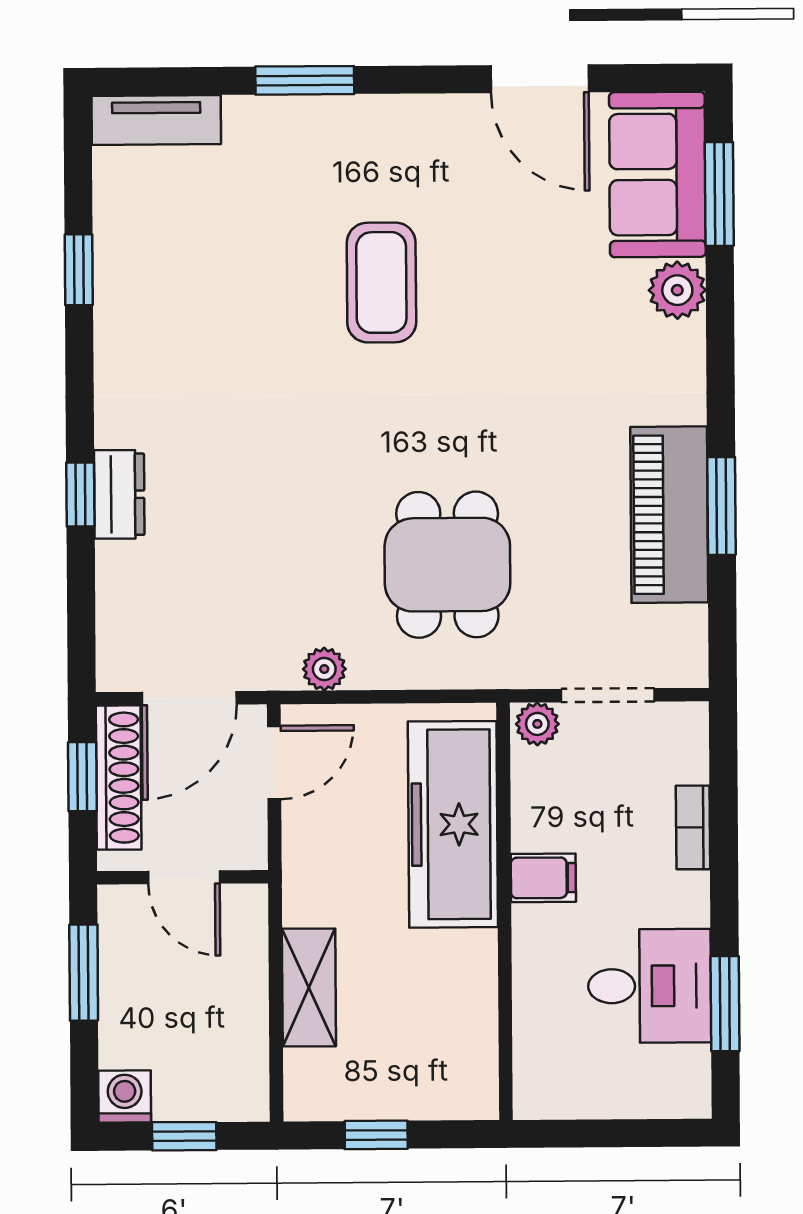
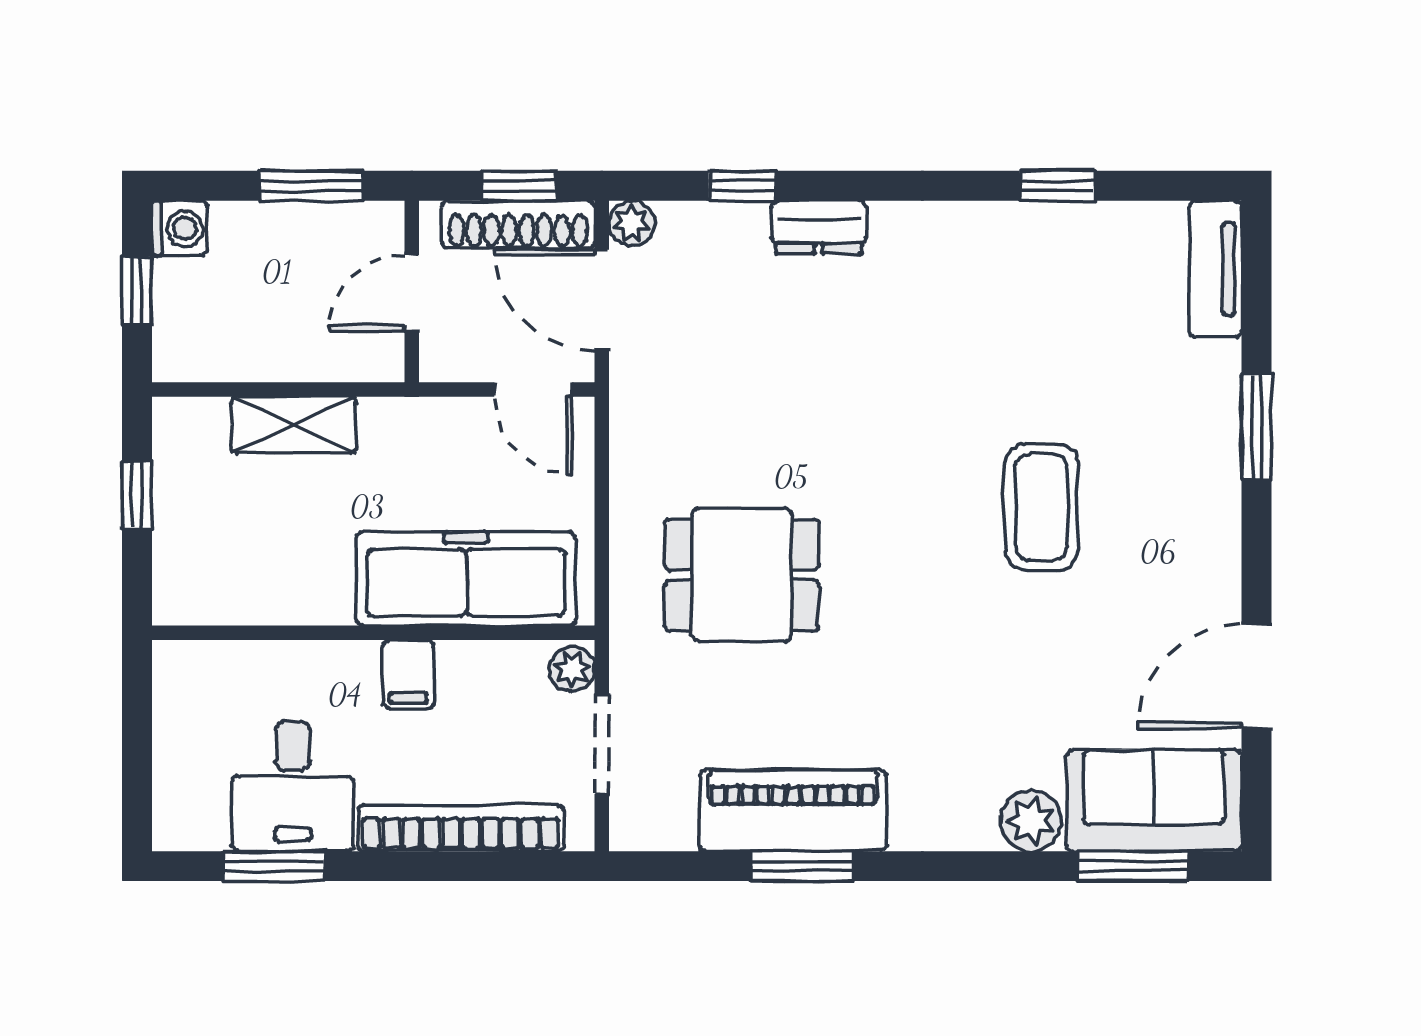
coffee table: (381, 282) -> (1041, 507), turned 90
window: (80, 494) -> (743, 186), moved
plant: (324, 669) -> (632, 223), moved
bookcase: (693, 827) -> (461, 828), width x2.31, depth x1.31

